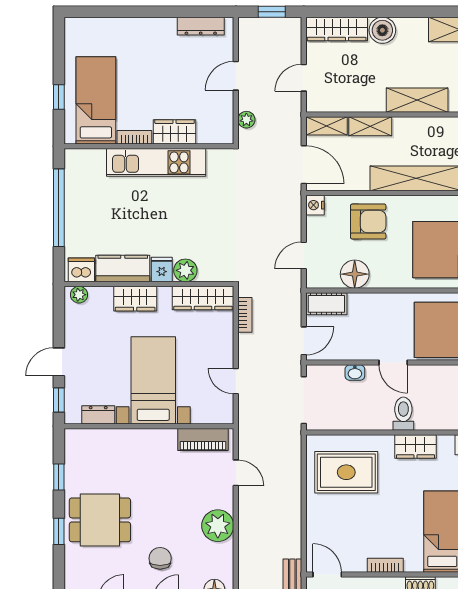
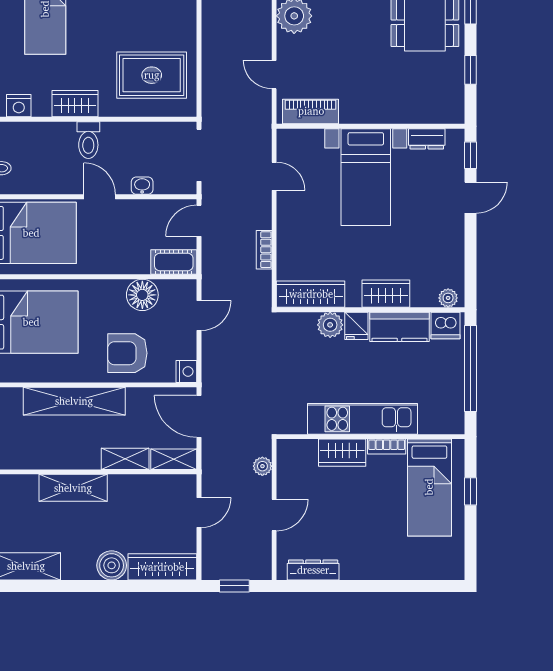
kitchen counter: (123, 269) -> (400, 327), moved
dishwasher: (81, 270) -> (445, 325), moved
fridge: (162, 270) -> (356, 326), moved
plant: (185, 270) -> (330, 325), moved
wall: (149, 284) -> (371, 310), moved
plant: (79, 295) -> (448, 298), moved
wardrobe: (203, 298) -> (311, 294), moved
wardrobe: (135, 299) -> (386, 294), moved

